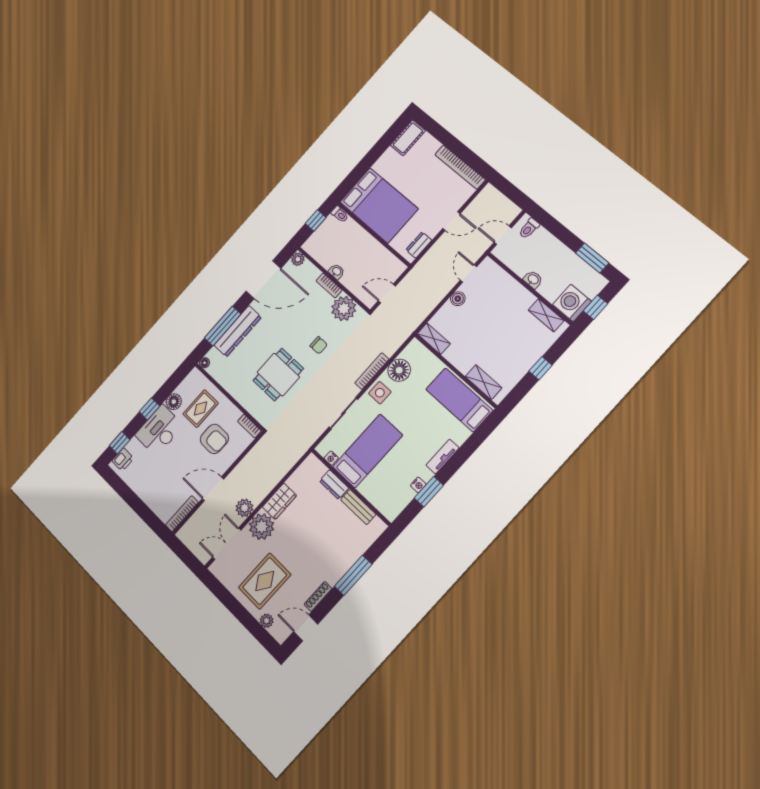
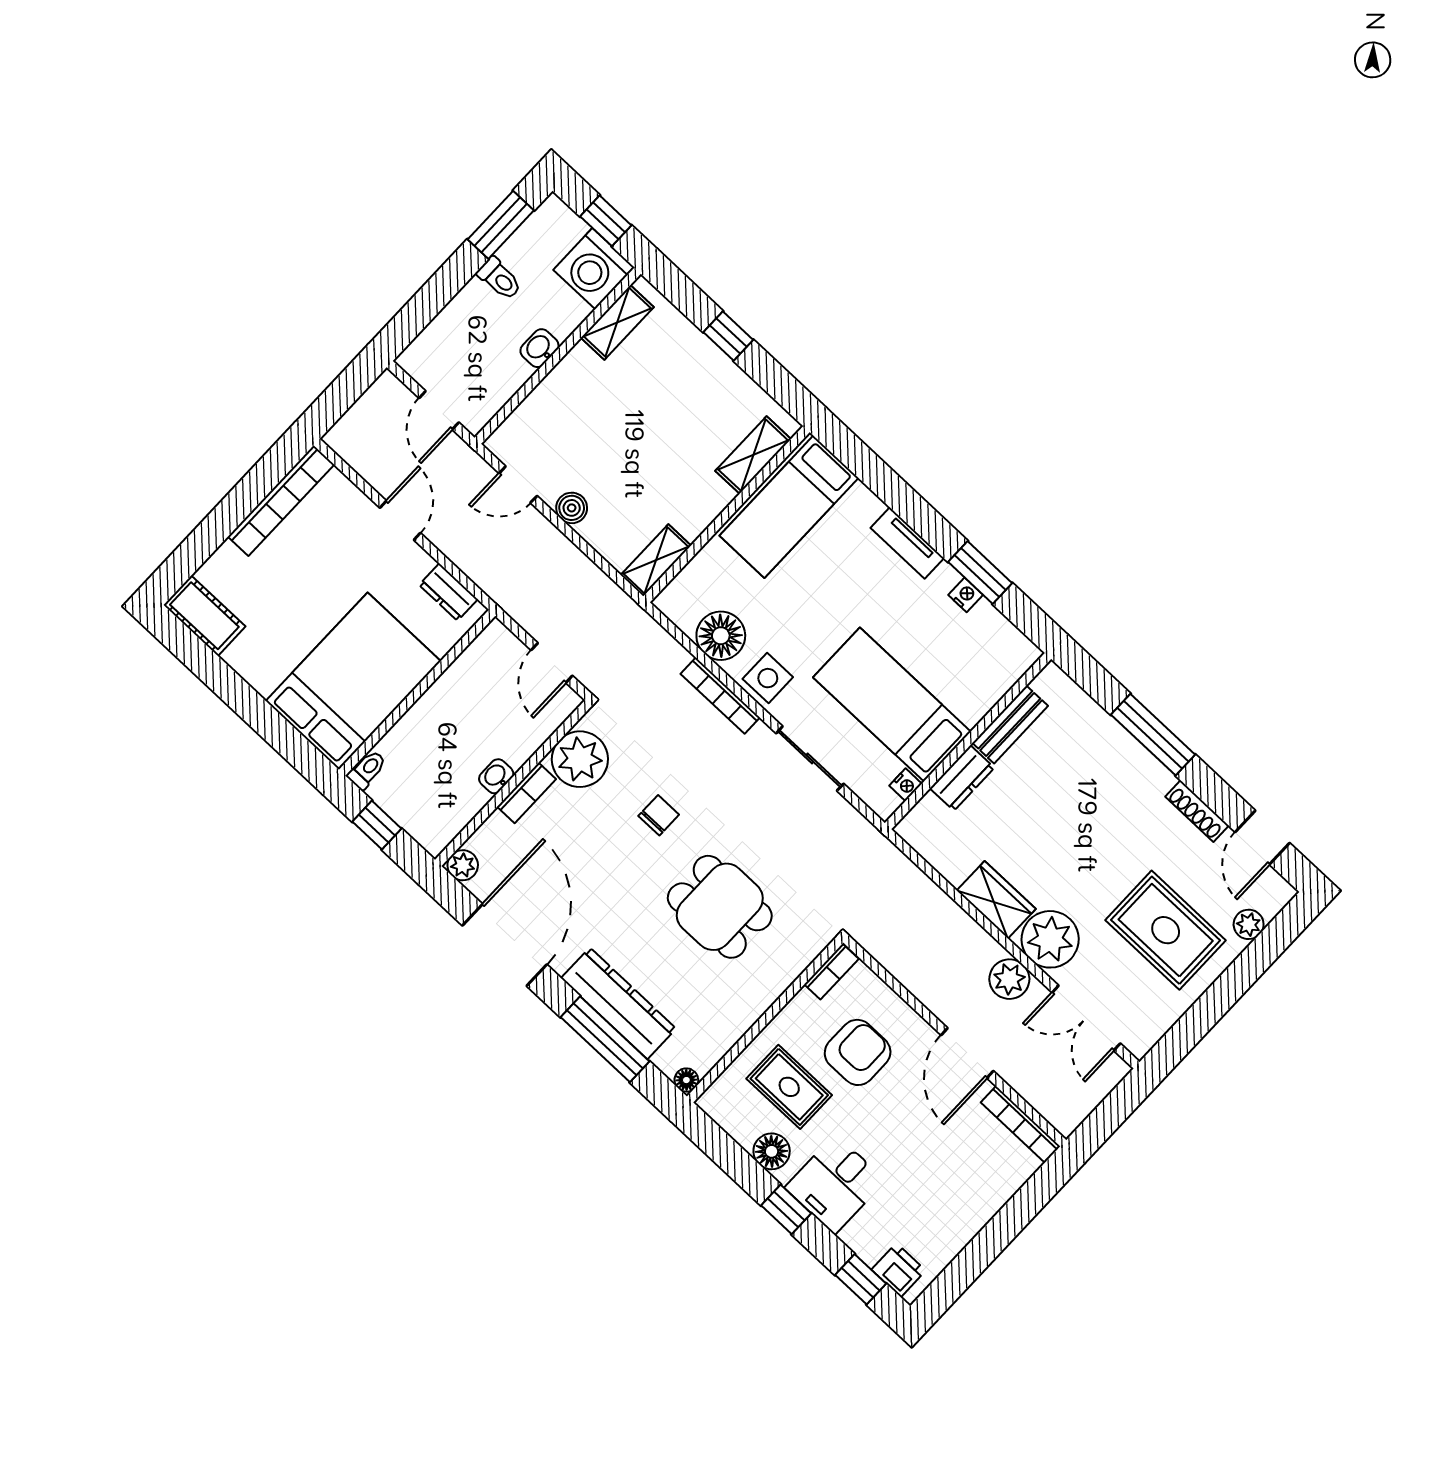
toilet: (529, 228) -> (499, 279), moved
desk: (159, 430) -> (835, 1184), width x0.73

